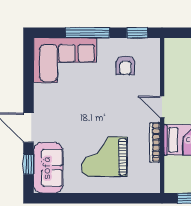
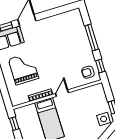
corner sofa: (65, 60) -> (72, 29), removed
armchair: (125, 65) -> (88, 72), moved

